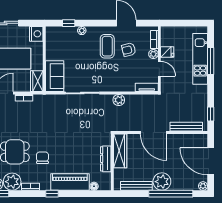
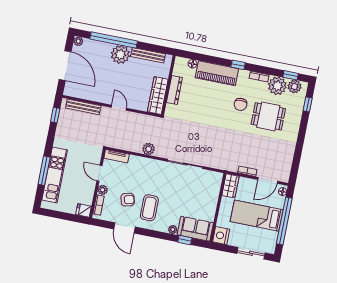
fridge: (167, 52) -> (84, 210), moved
sofa: (55, 76) -> (195, 229), moved, turned 90
door: (154, 132) -> (119, 108), width x0.53

